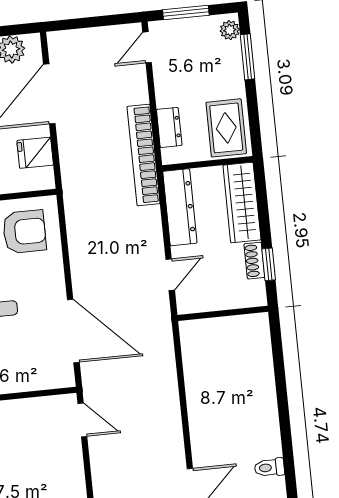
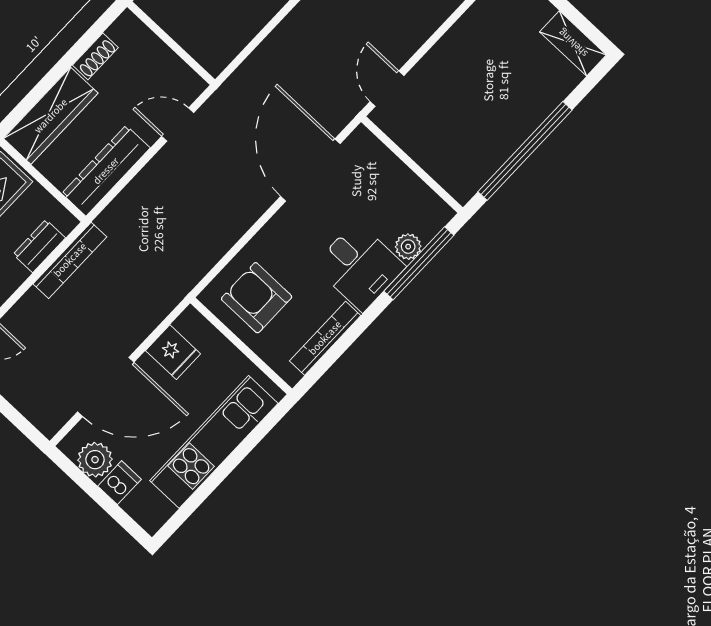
bookcase: (143, 155) -> (70, 260), width x0.68, depth x0.76
window: (269, 264) -> (87, 40), removed

